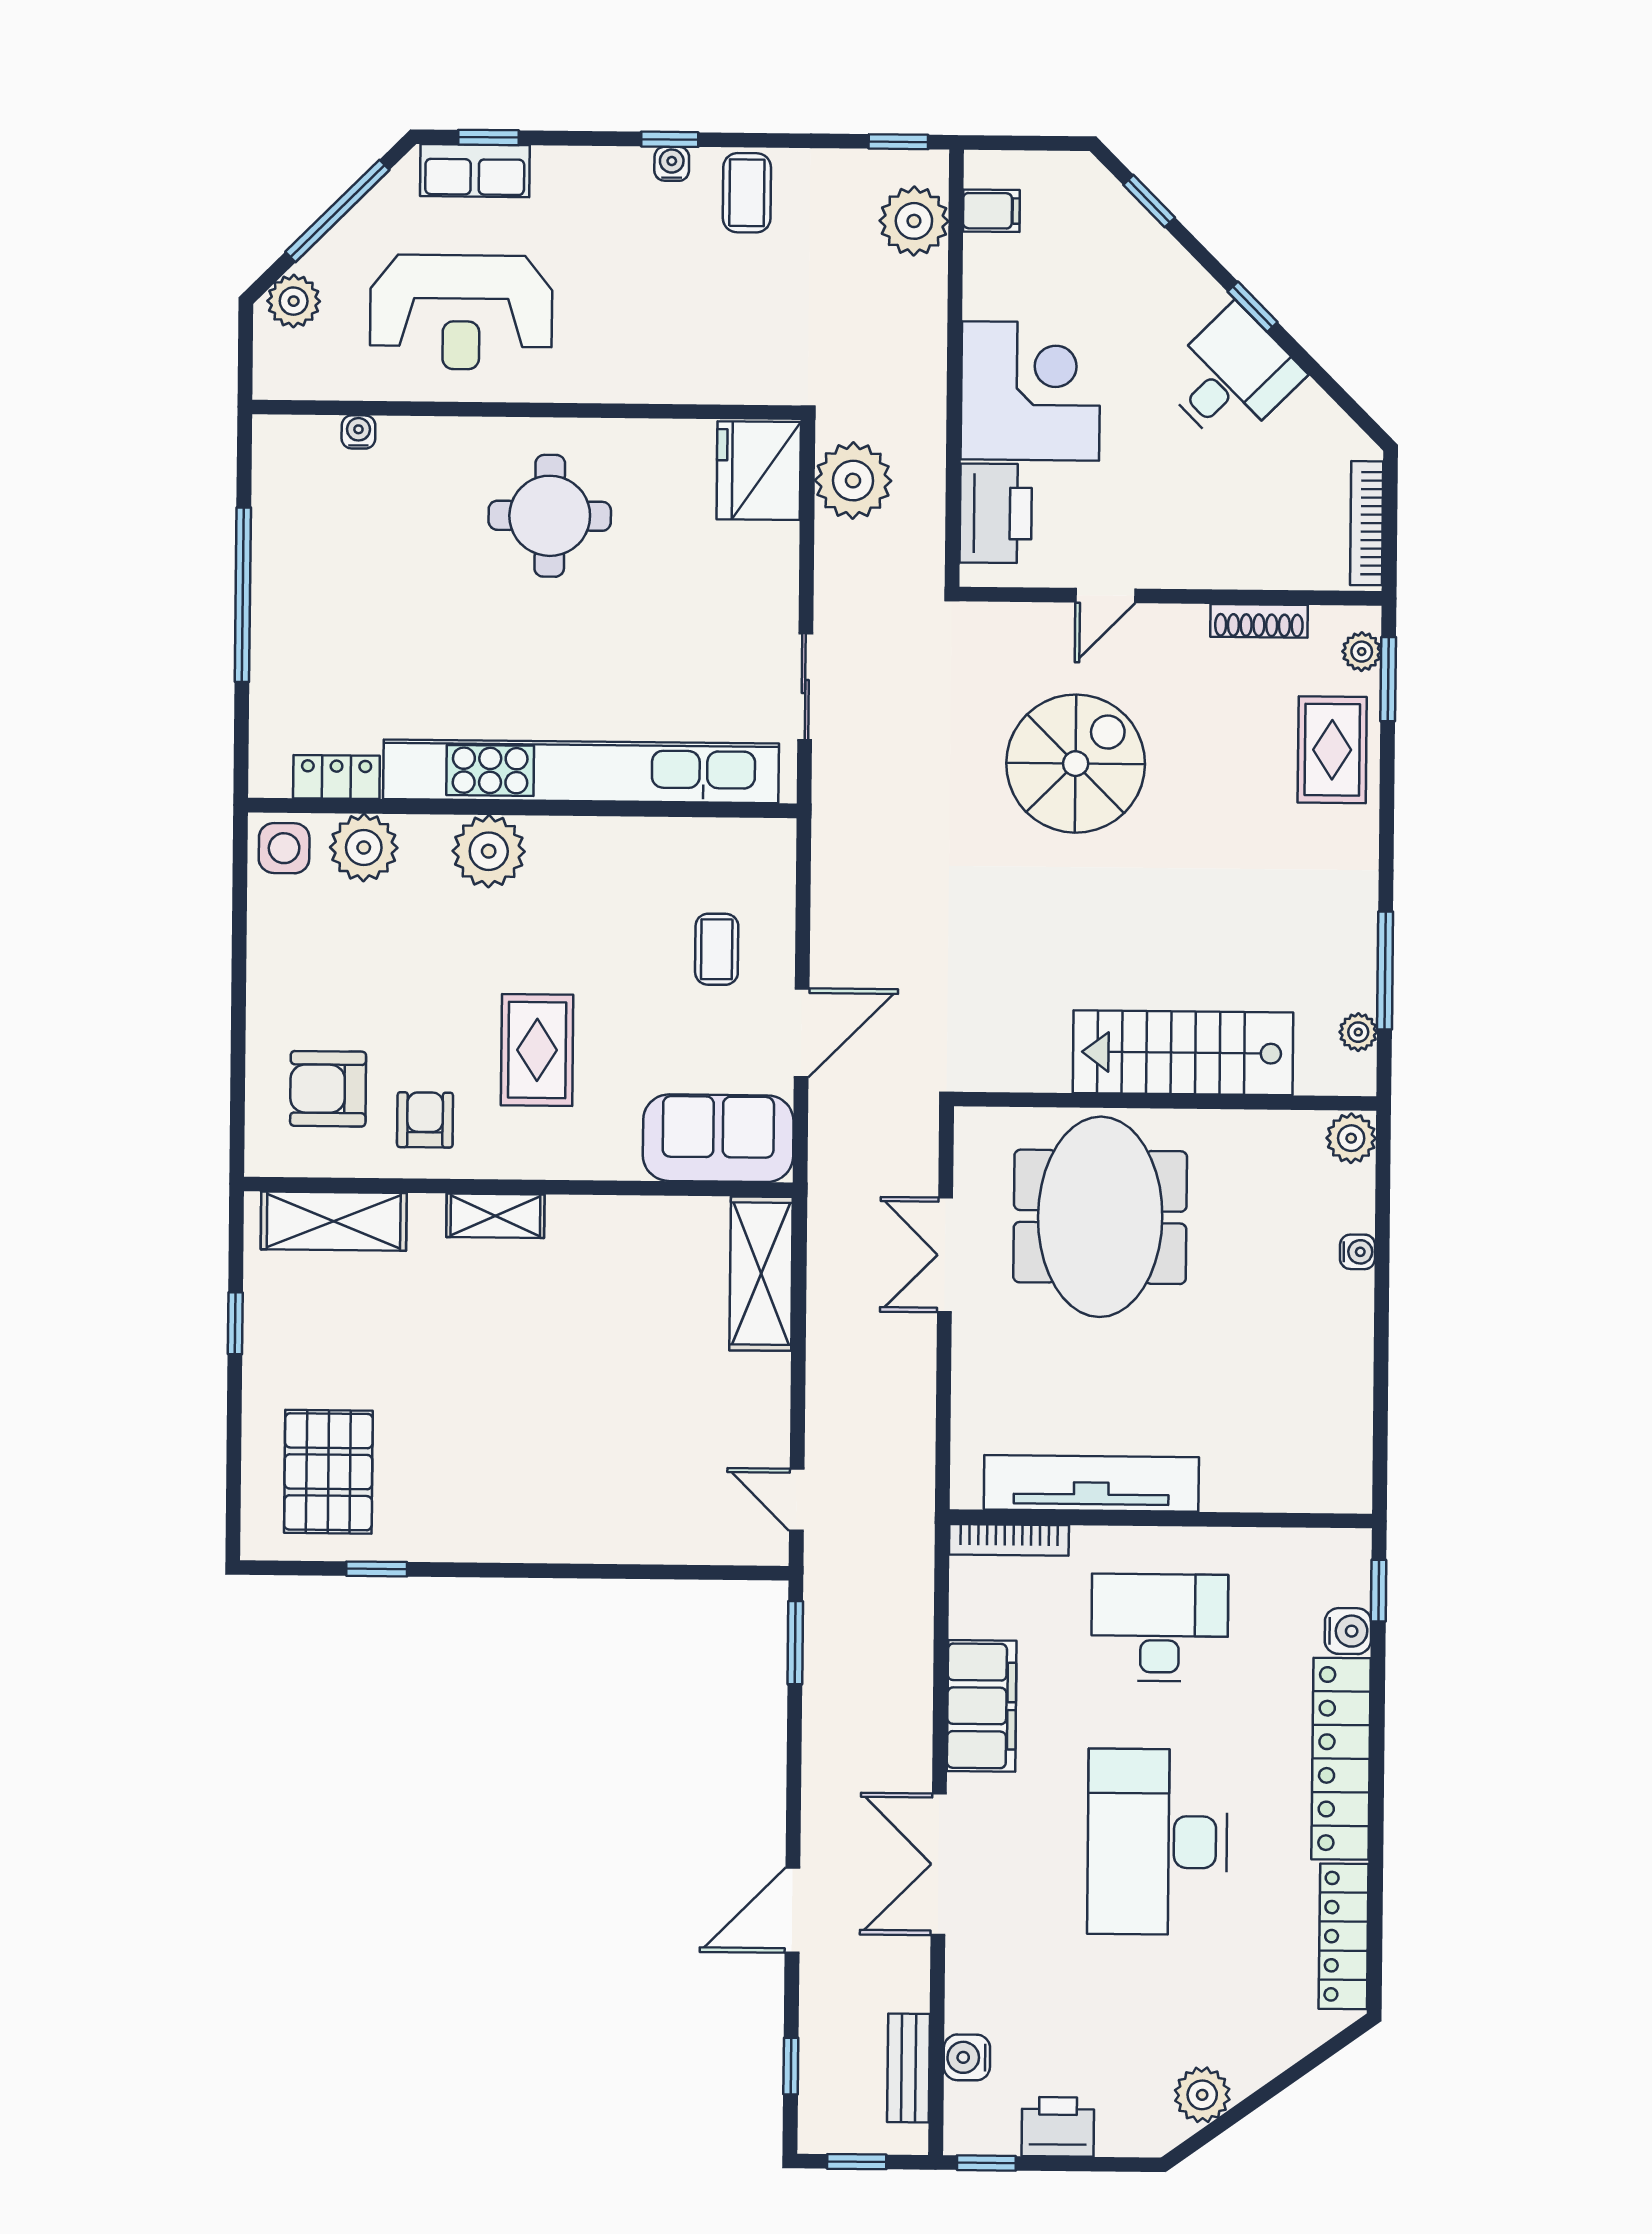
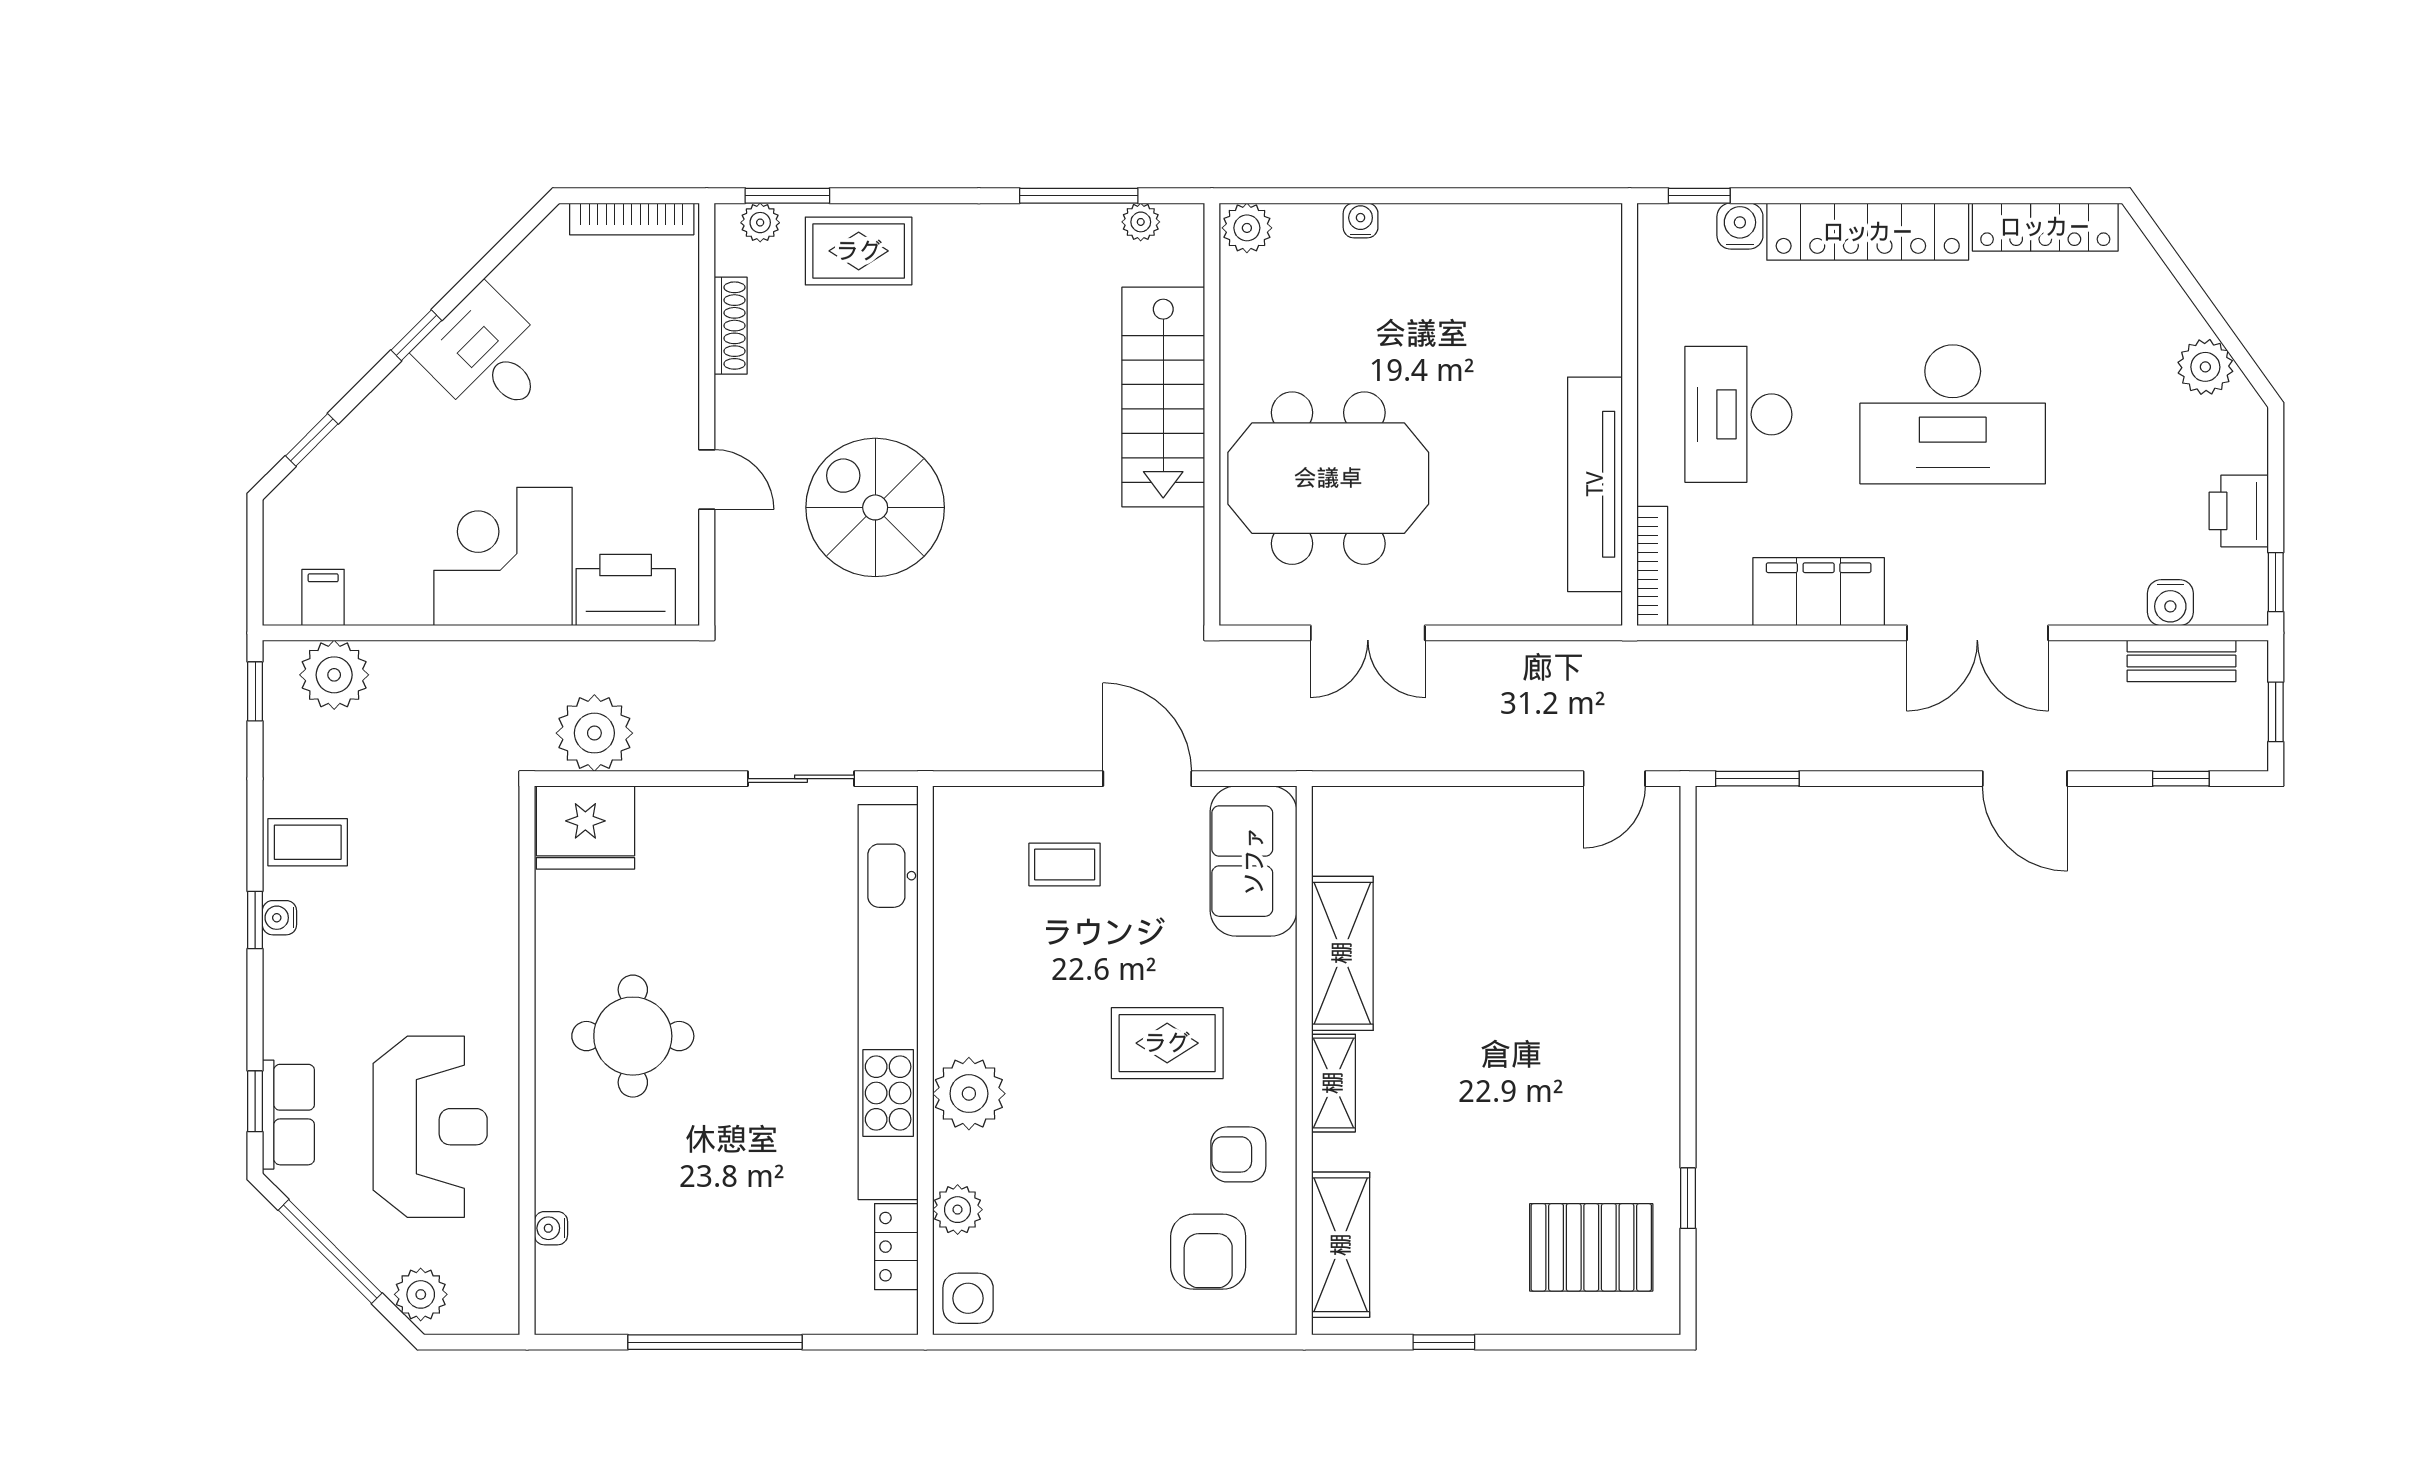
plant: (364, 848) -> (958, 1210), width x0.73, depth x0.73
shelving: (761, 1274) -> (1342, 953), moved, turned 90

